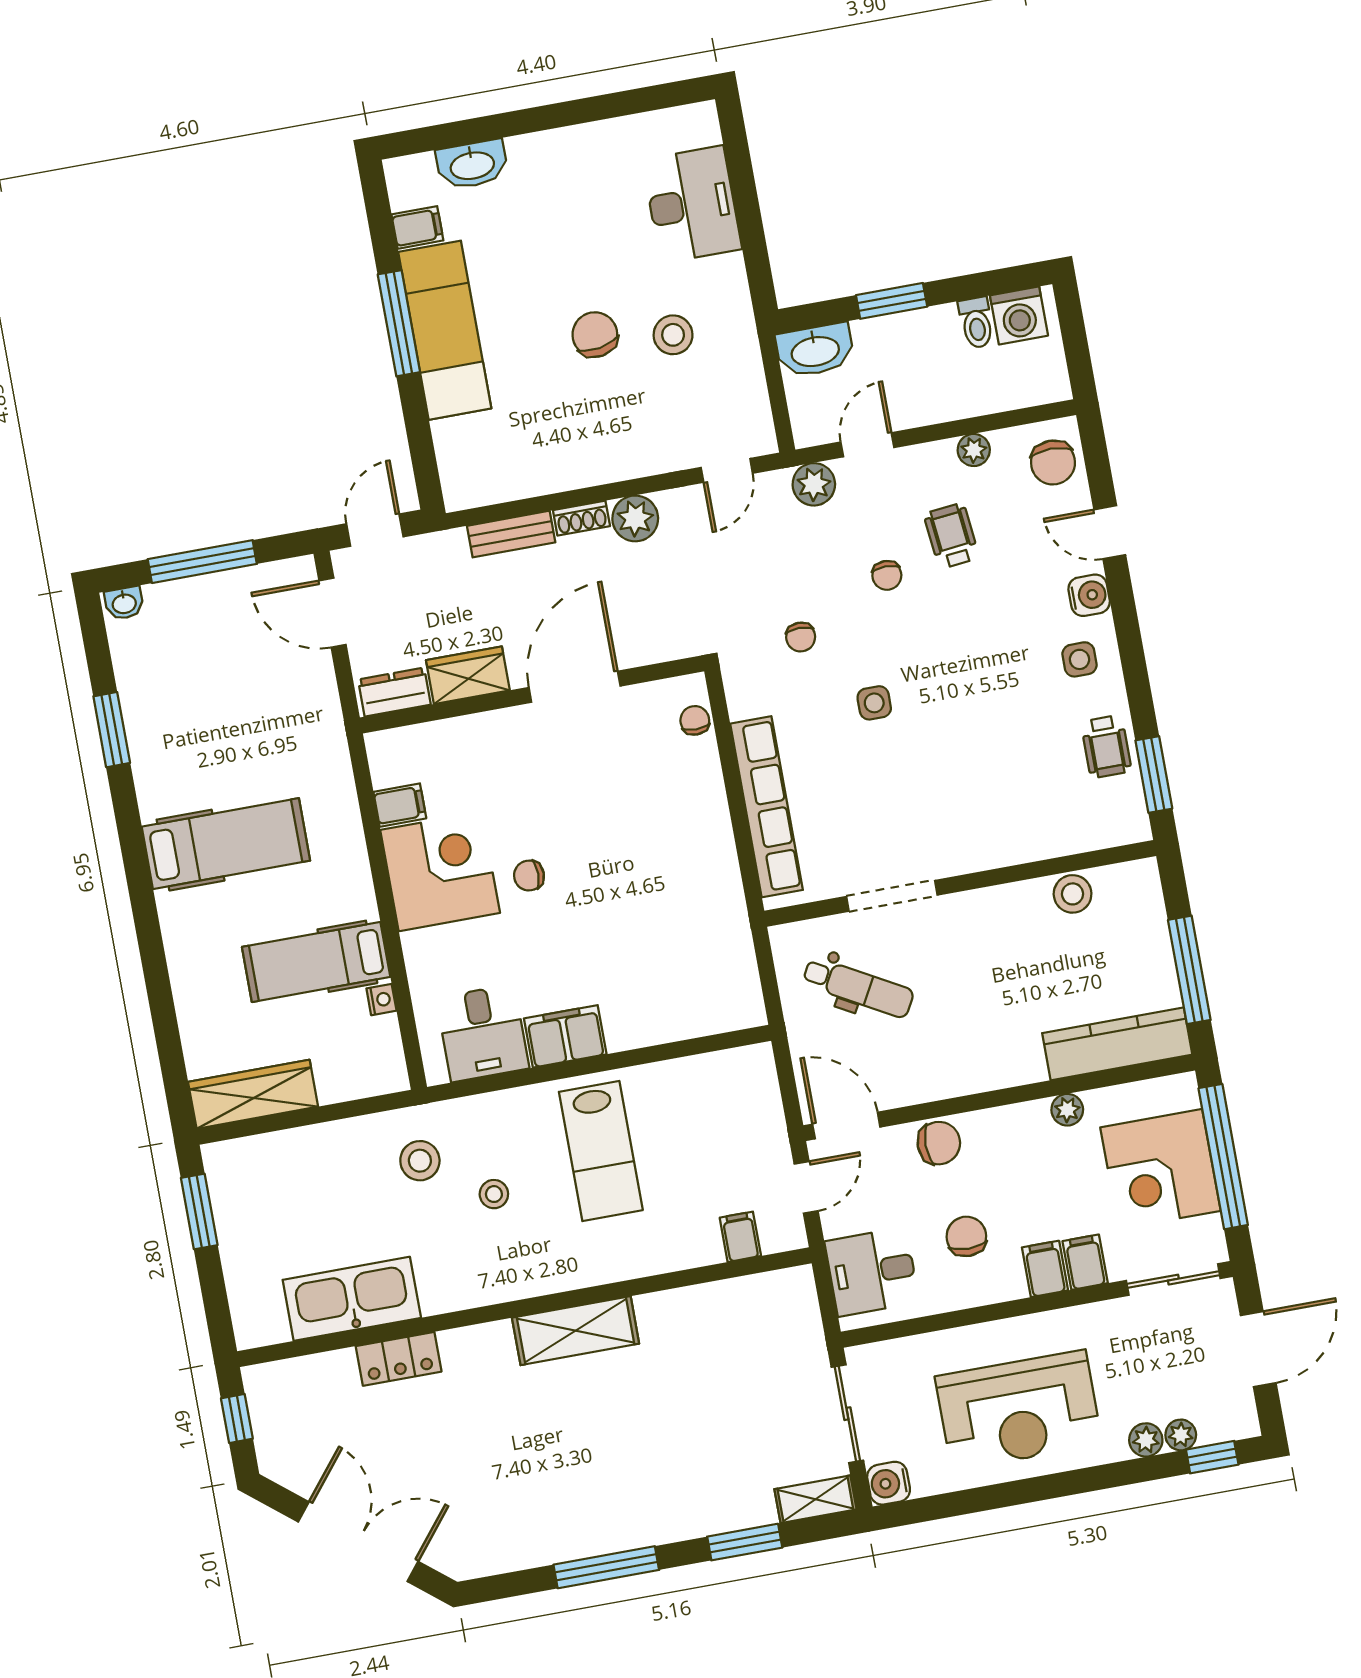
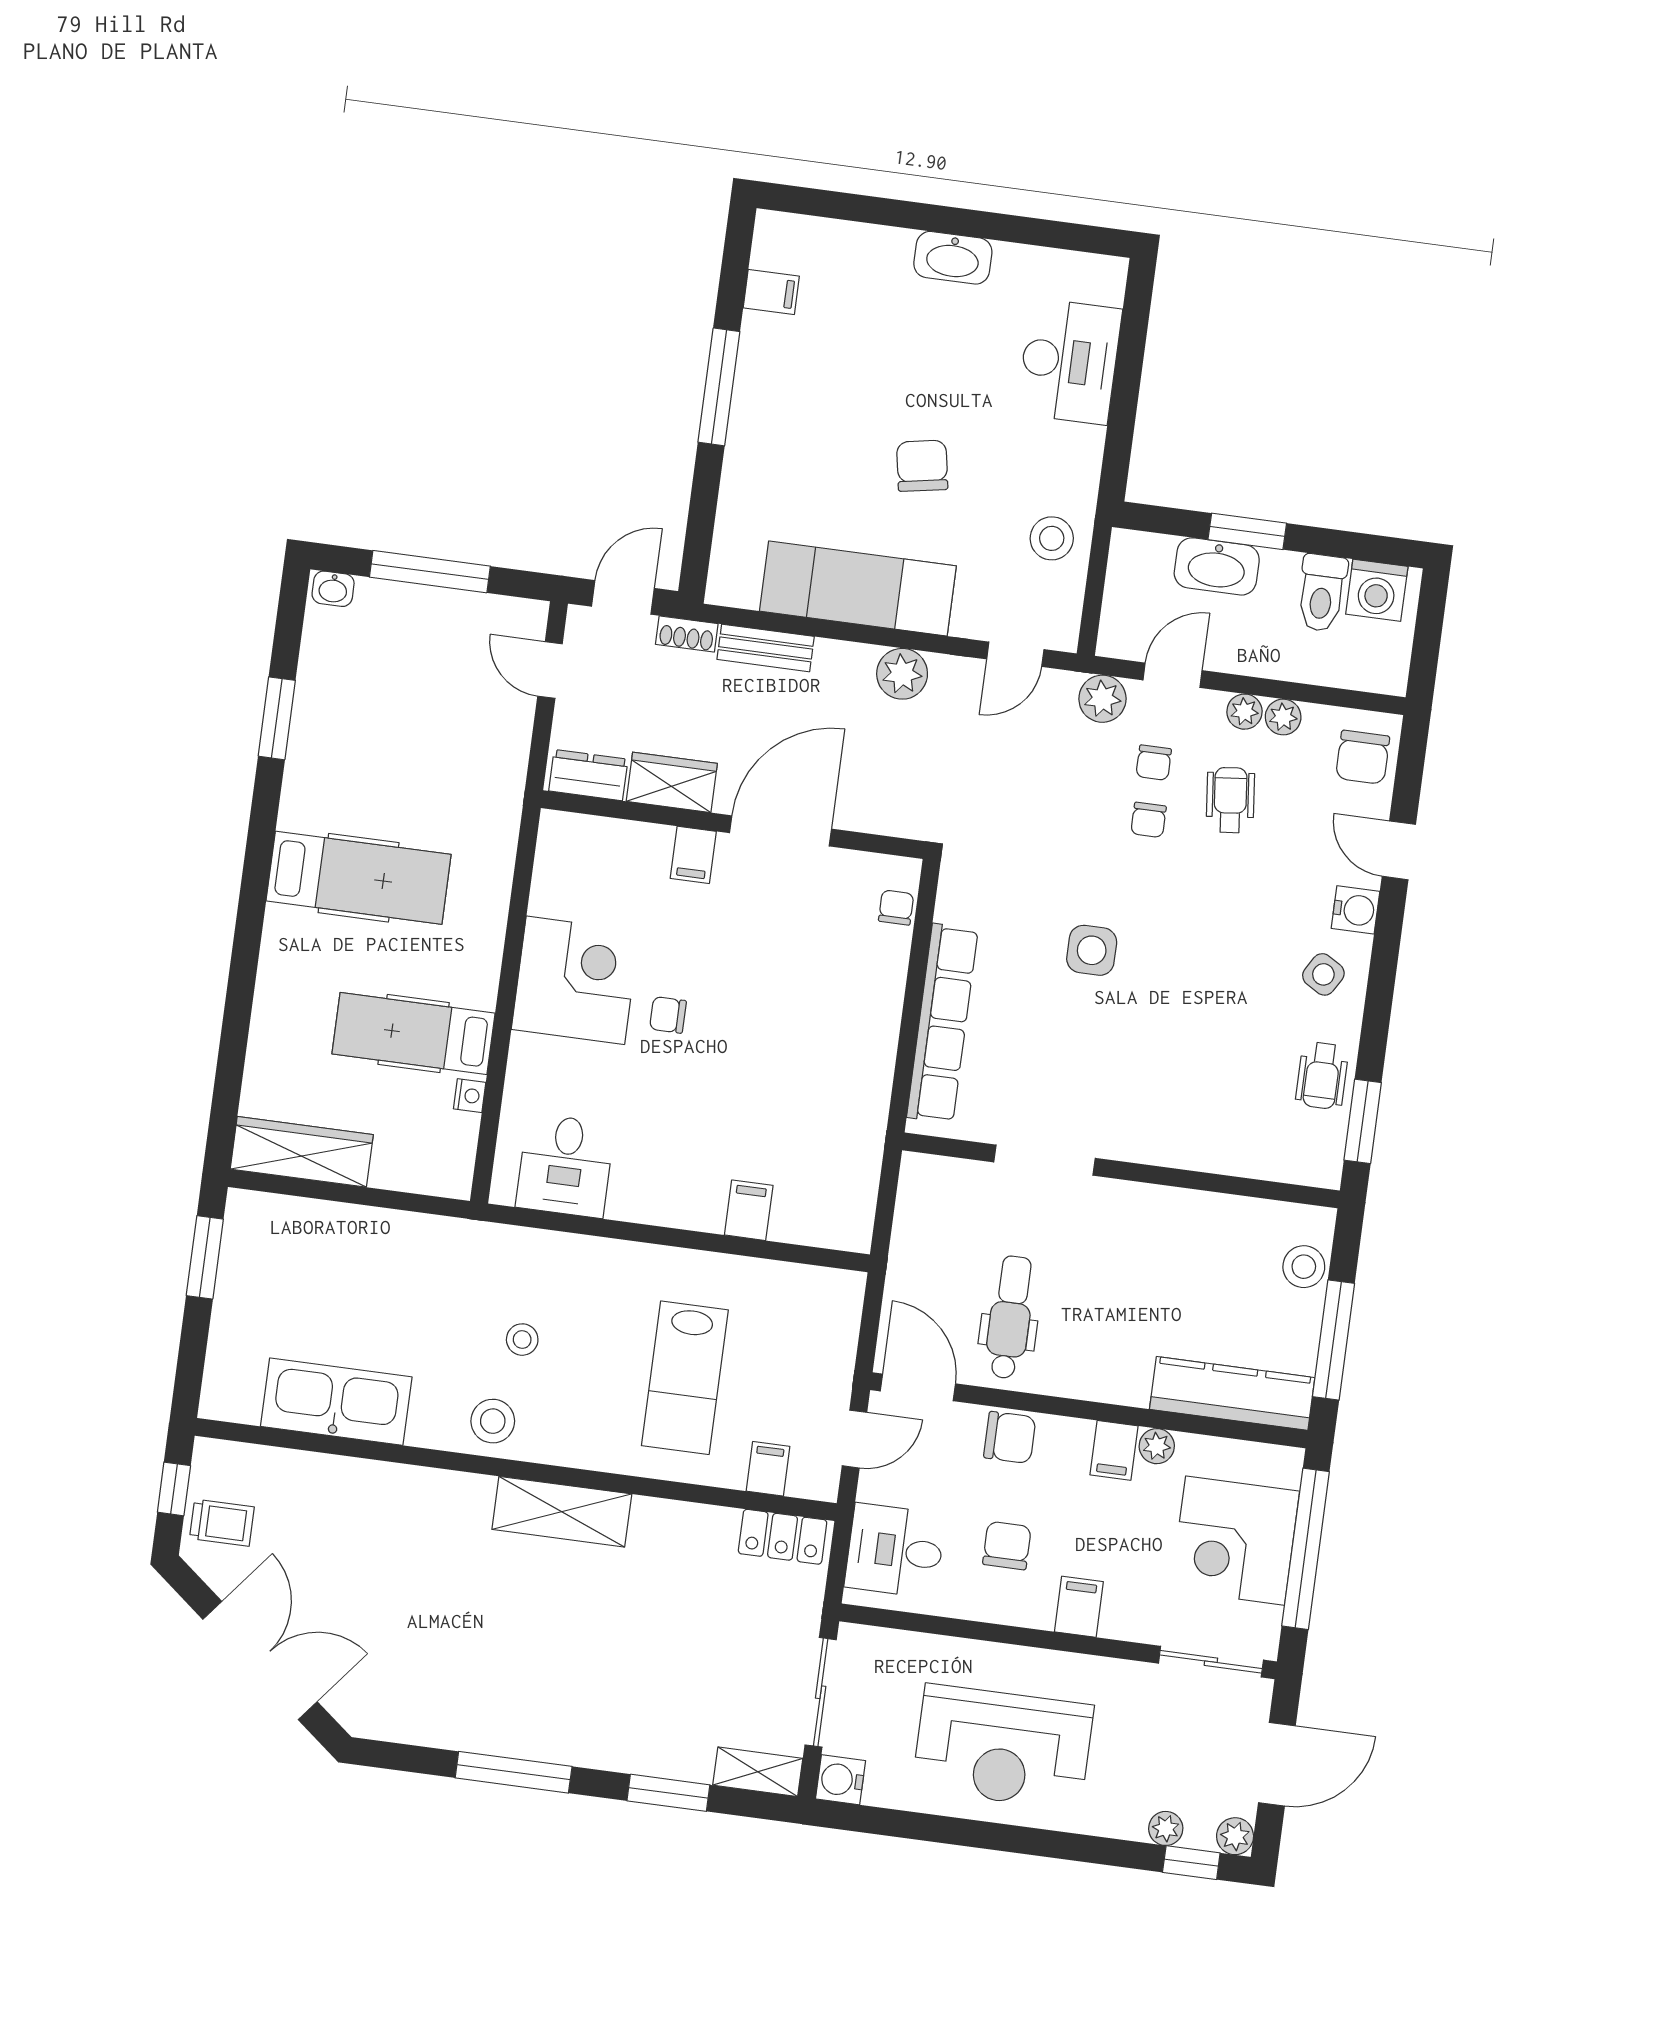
washbasin: (472, 165) -> (953, 258), moved
toilet: (976, 323) -> (1322, 593), width x1.37, depth x1.39
exam couch: (445, 330) -> (858, 588), moved, turned -90
stool: (673, 335) -> (1052, 538), moved
washbasin: (815, 350) -> (1217, 566), moved
plant: (939, 456) -> (1244, 712), added
shoe rack: (581, 518) -> (687, 634), moved
door: (332, 613) -> (550, 670), width x0.73
chair: (801, 637) -> (1154, 763), moved
side table: (1079, 659) -> (1323, 974), turned 31
side table: (874, 703) -> (1092, 950), width x1.37, depth x1.37
filing cabinet: (400, 805) -> (693, 855), moved, turned 90
stool: (1073, 894) -> (1304, 1267), moved
dental chair: (858, 987) -> (1010, 1317), moved, turned -119
filing cabinet: (565, 1036) -> (749, 1210), moved, width x0.50
lab bench: (601, 1151) -> (685, 1378), moved
stool: (420, 1161) -> (493, 1421), moved
filing cabinet: (1085, 1262) -> (1114, 1450), moved, turned 180
locker: (399, 1359) -> (783, 1537), moved
trolley: (287, 1434) -> (222, 1523), added
plant: (1146, 1440) -> (1235, 1836), moved

